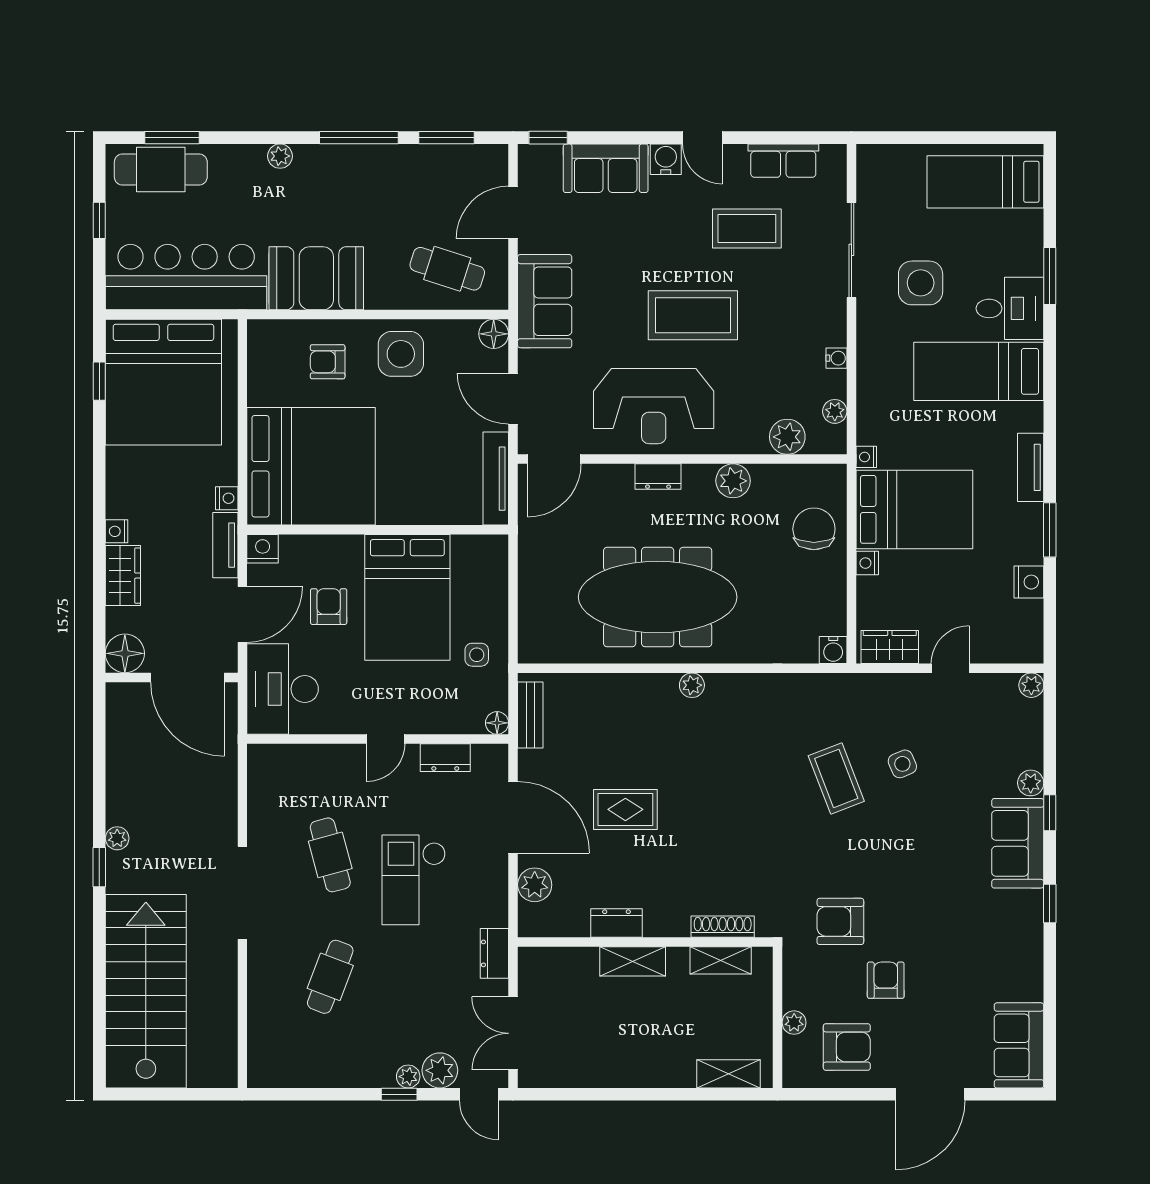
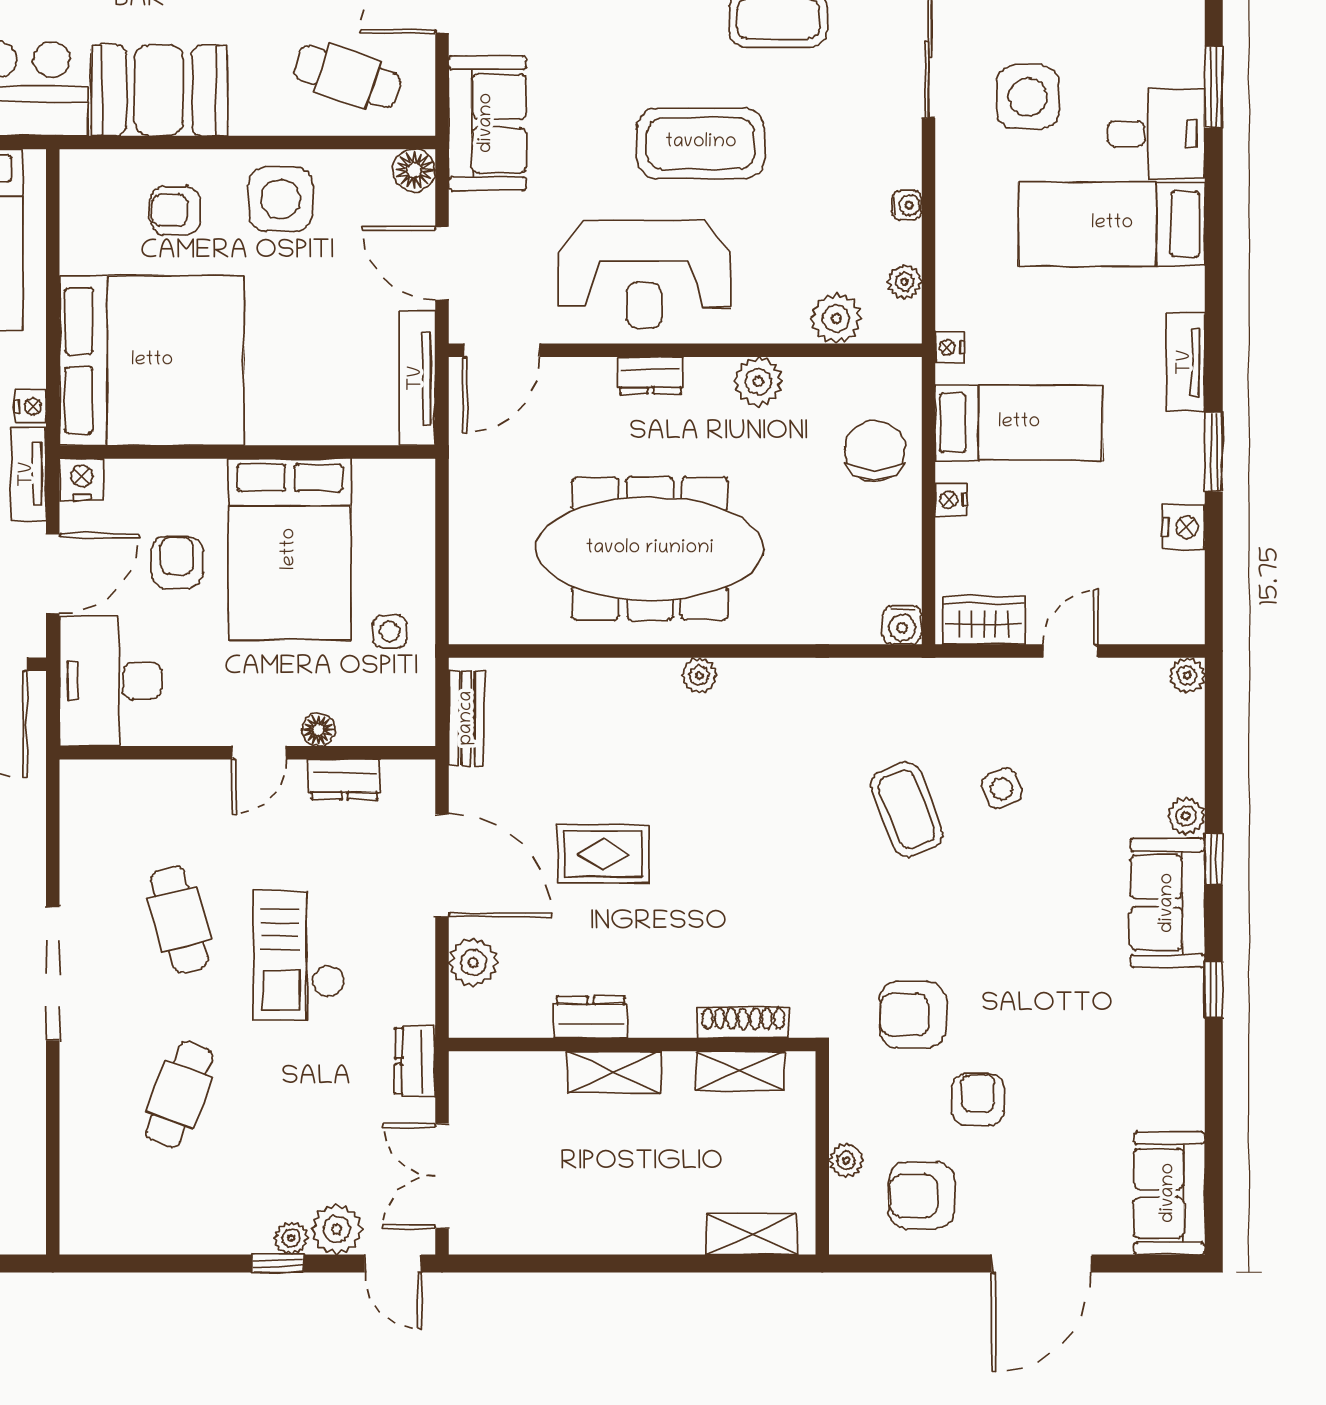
bed: (914, 509) -> (1019, 423), width x0.67
floor lamp: (497, 723) -> (318, 730), moved
armchair: (847, 1047) -> (922, 1196), turned 180

